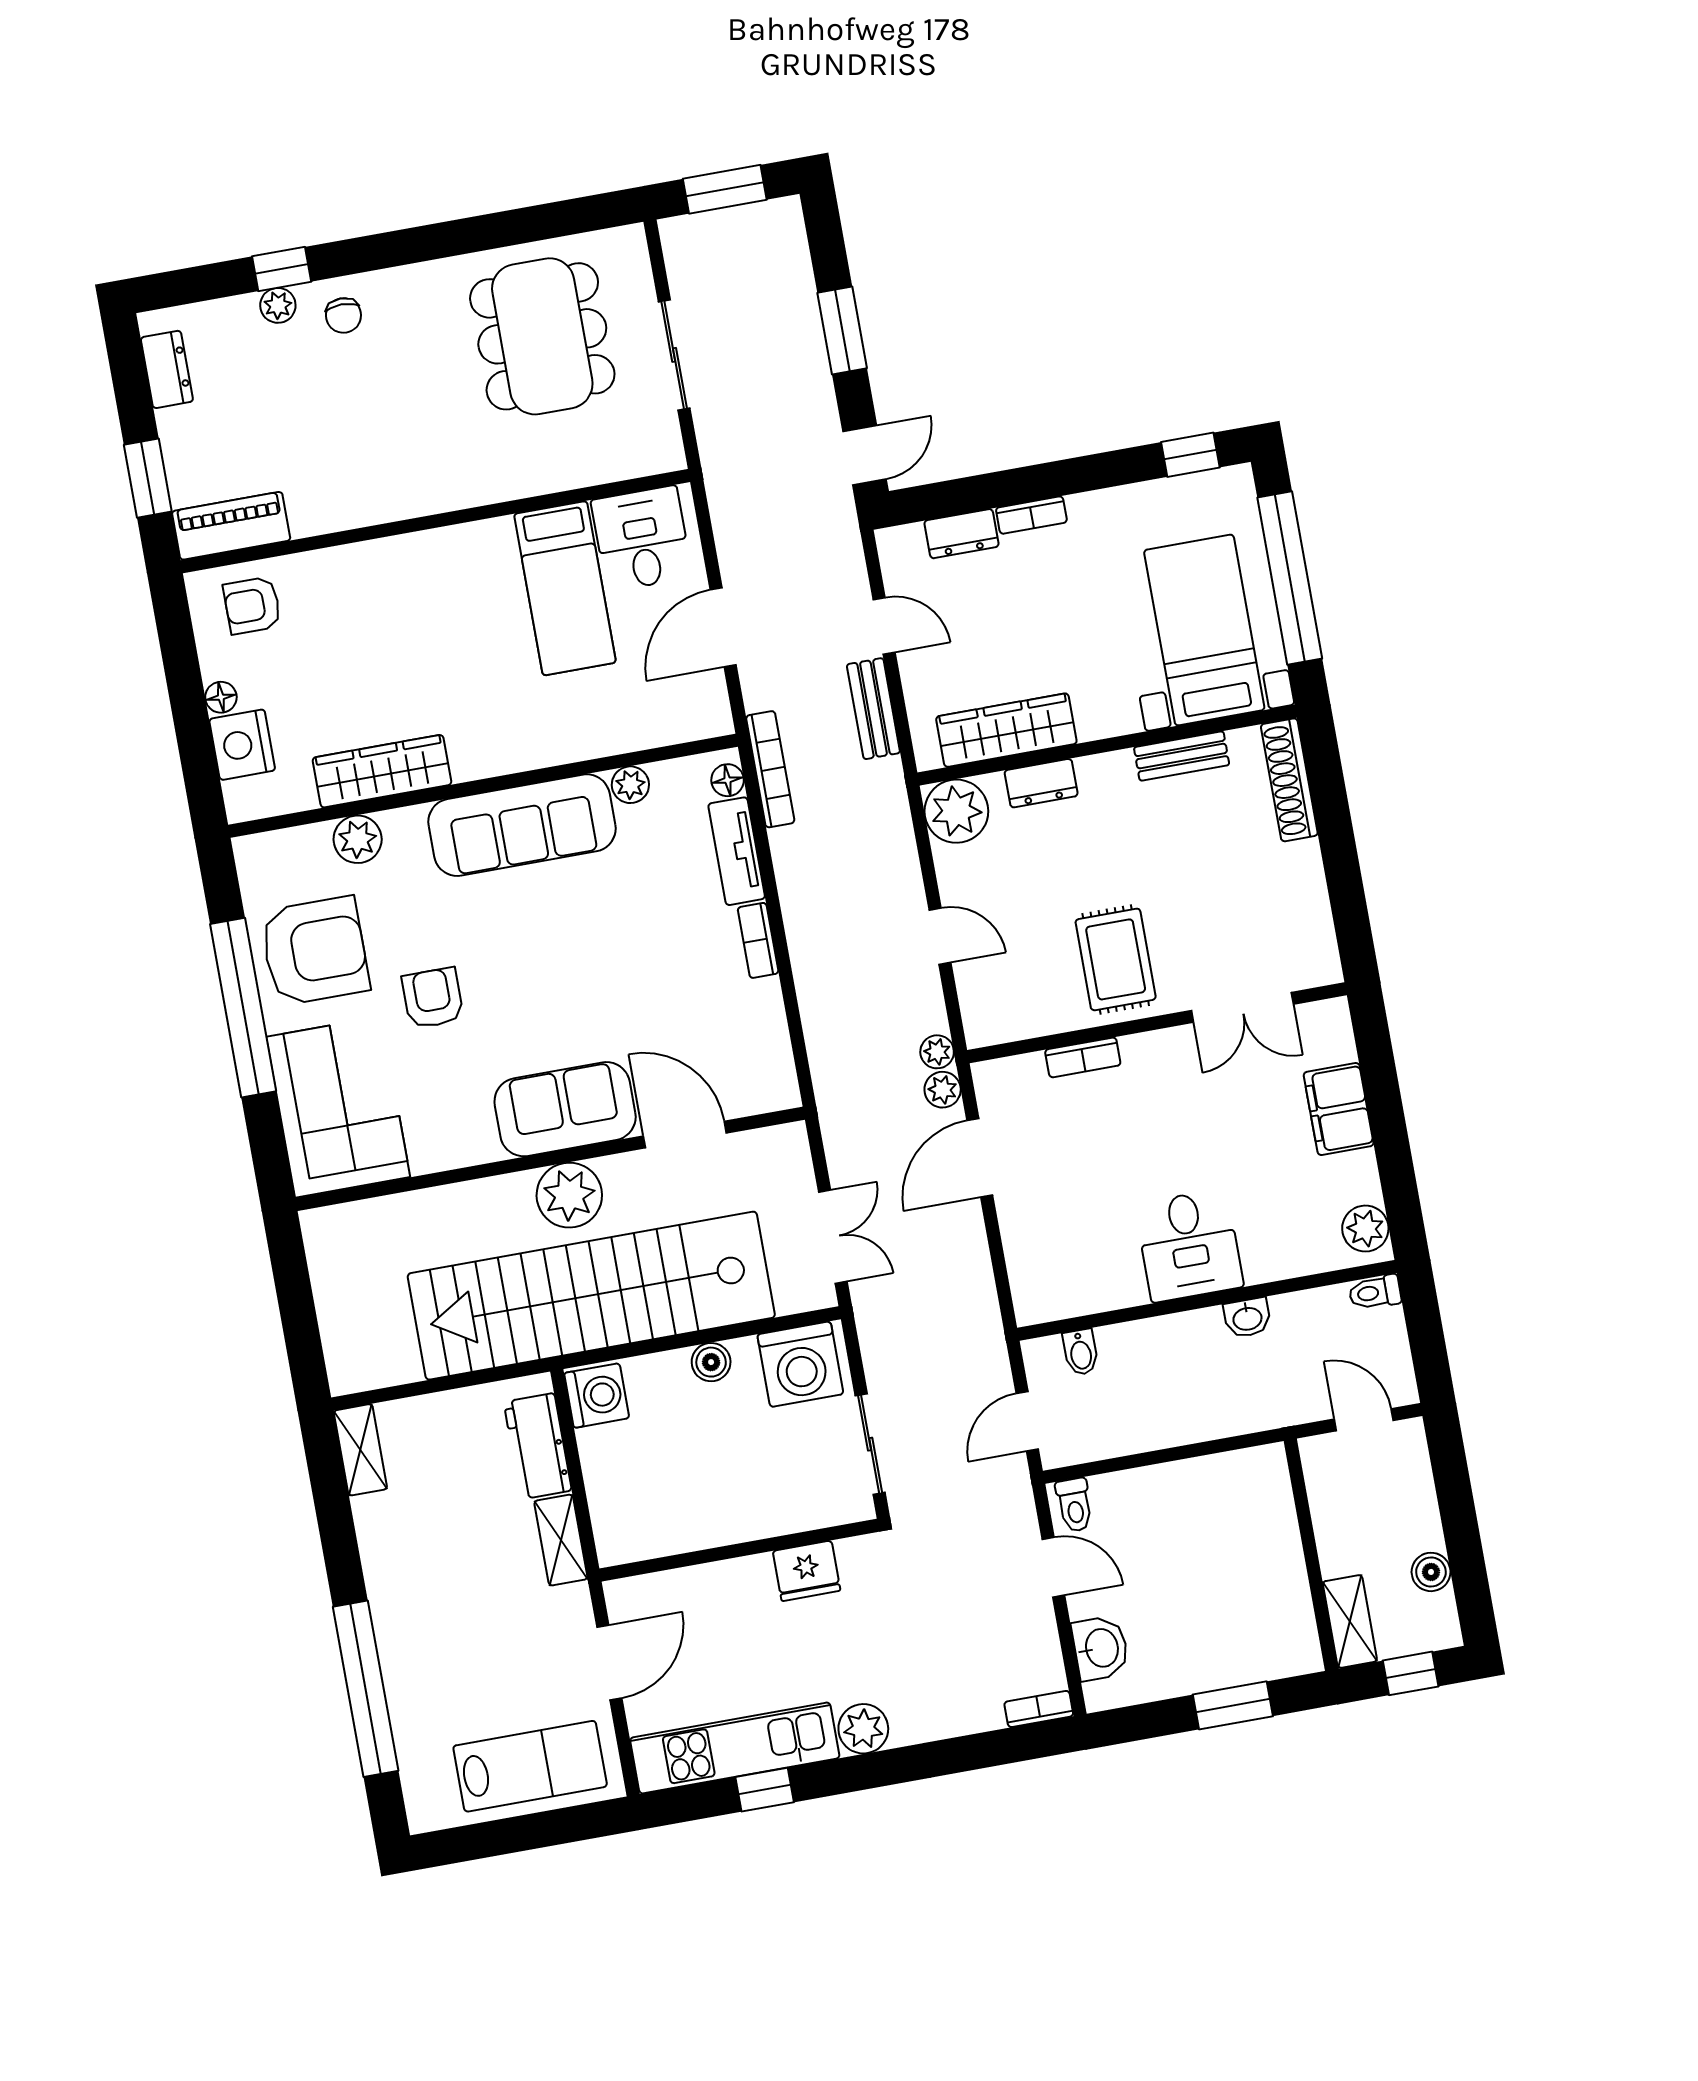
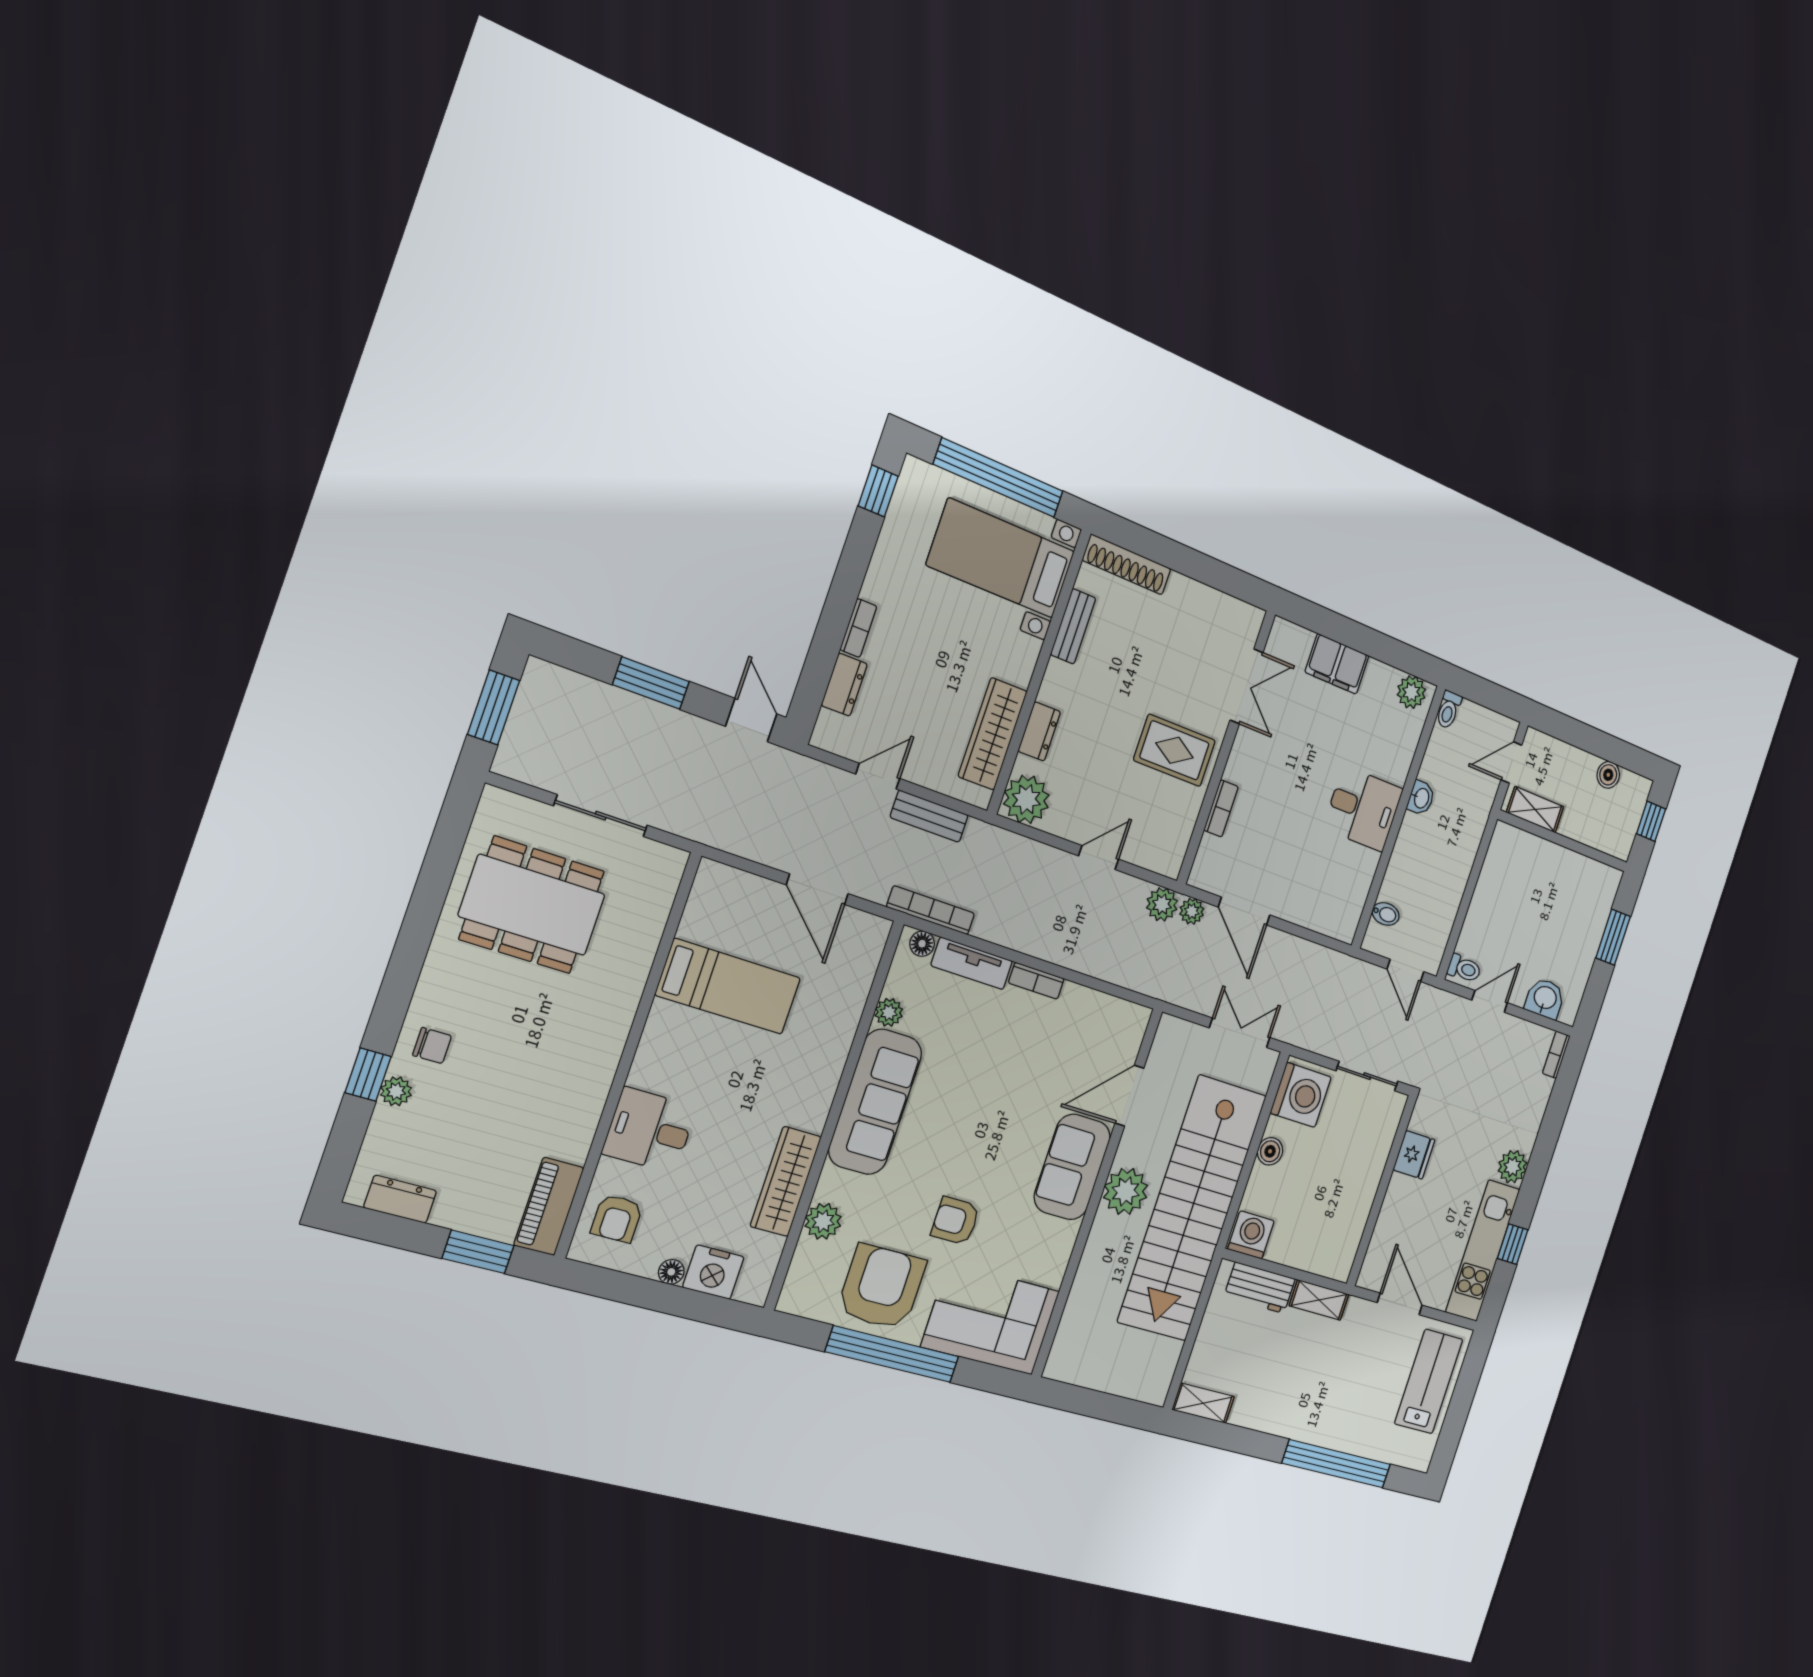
desk: (642, 539) -> (650, 1130), moved
plant: (937, 1052) -> (1162, 904), width x1.38, depth x1.38
shelving: (1350, 1621) -> (1535, 810), moved

